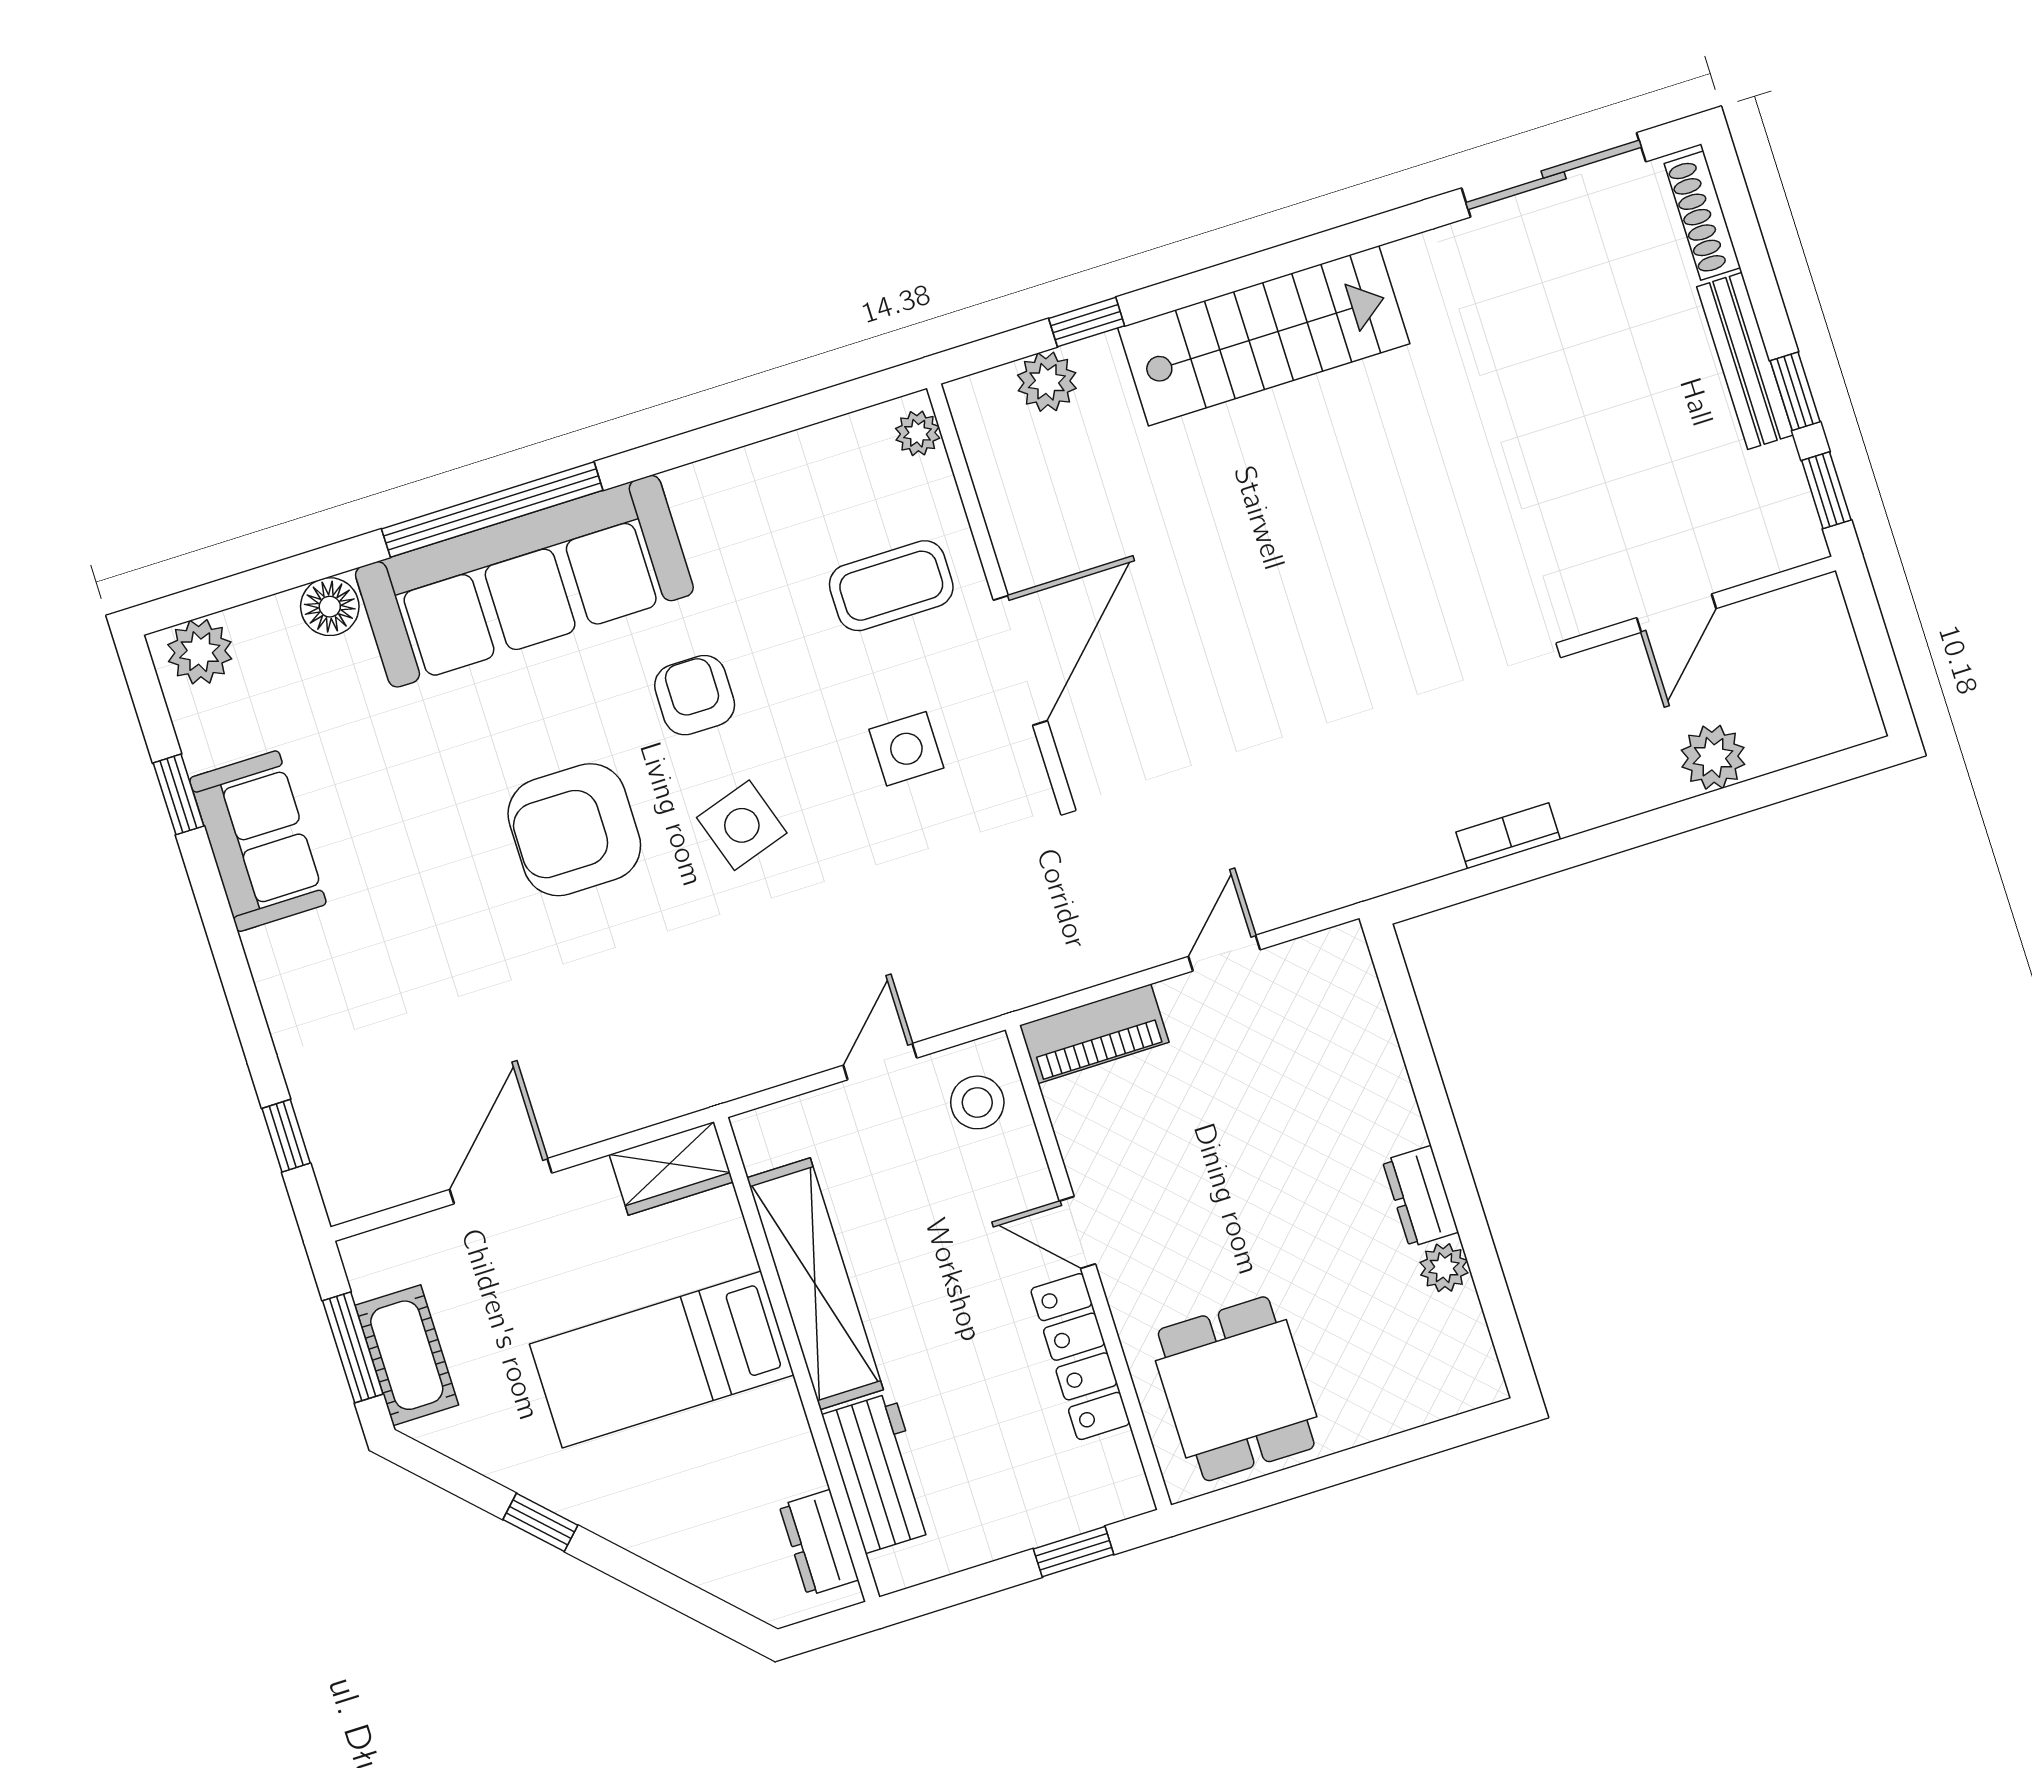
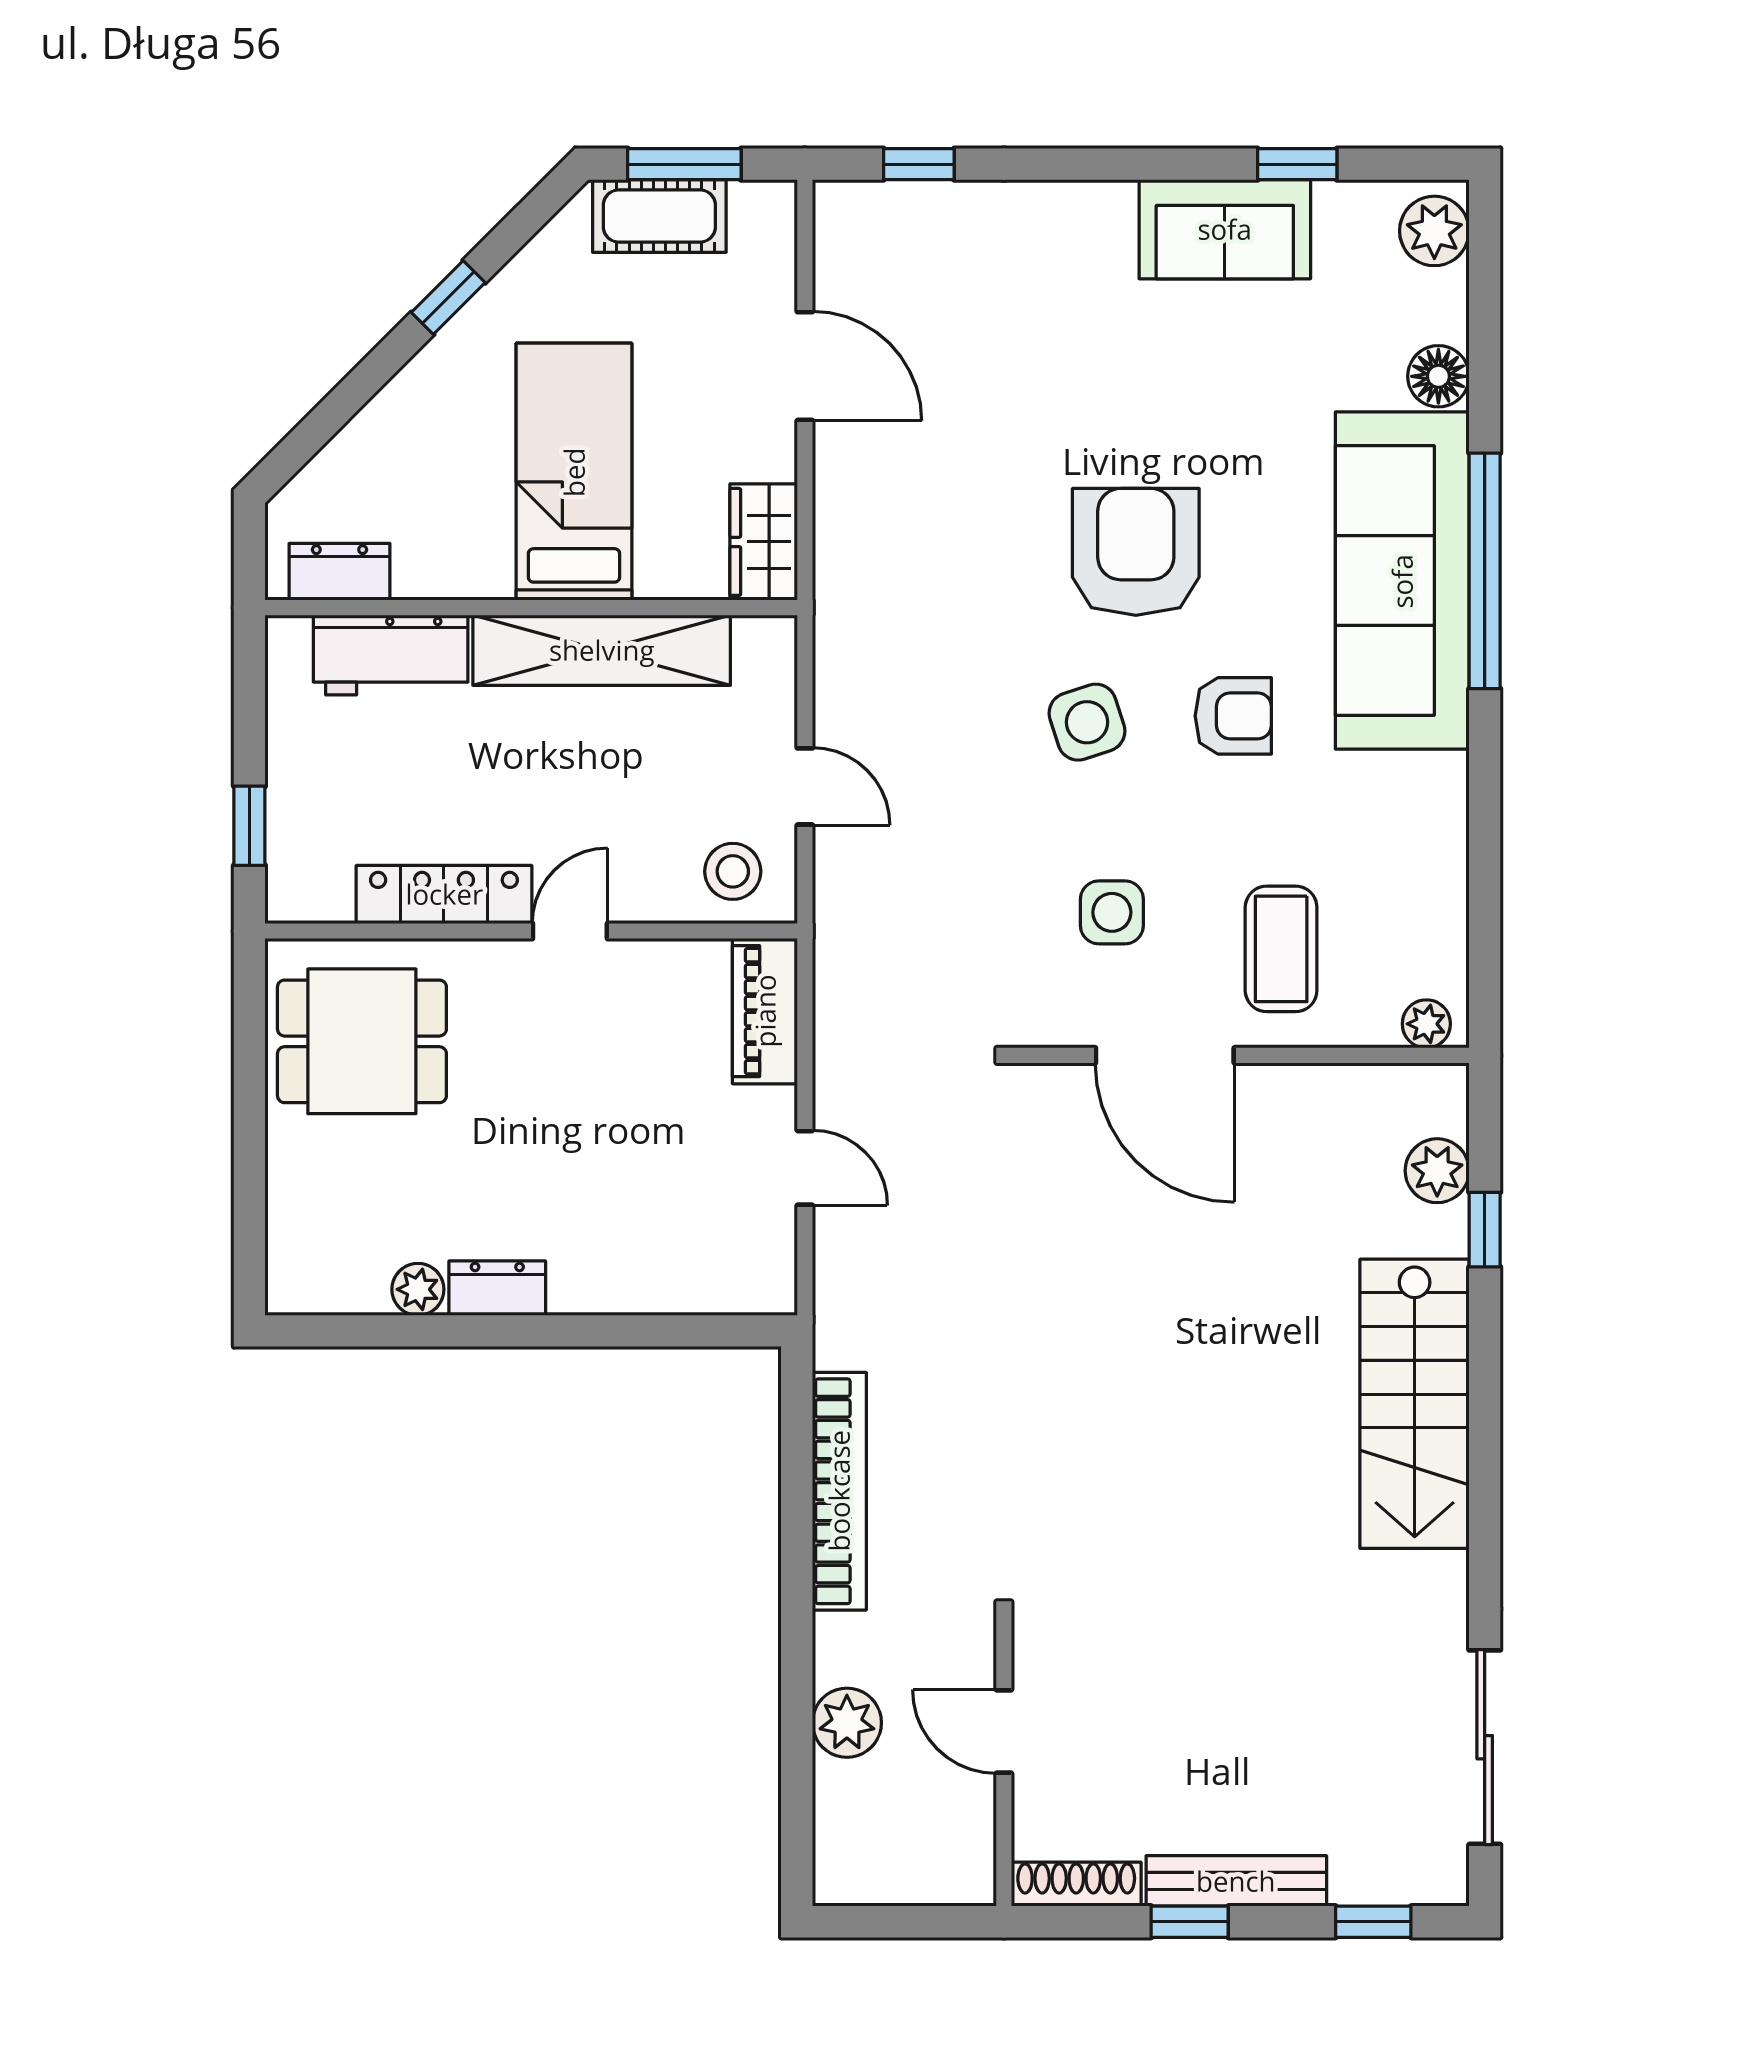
shoe rack: (1702, 216) -> (1076, 1884), moved
window: (1826, 490) -> (1373, 1922), moved
bookcase: (1508, 836) -> (839, 1491), width x2.31, depth x1.31

